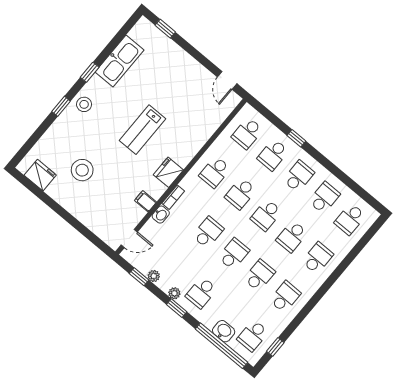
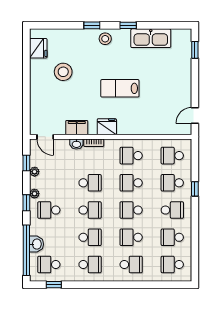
school desk: (324, 198) -> (172, 237), turned 180
filing cabinet: (145, 201) -> (77, 128), width x2.00

